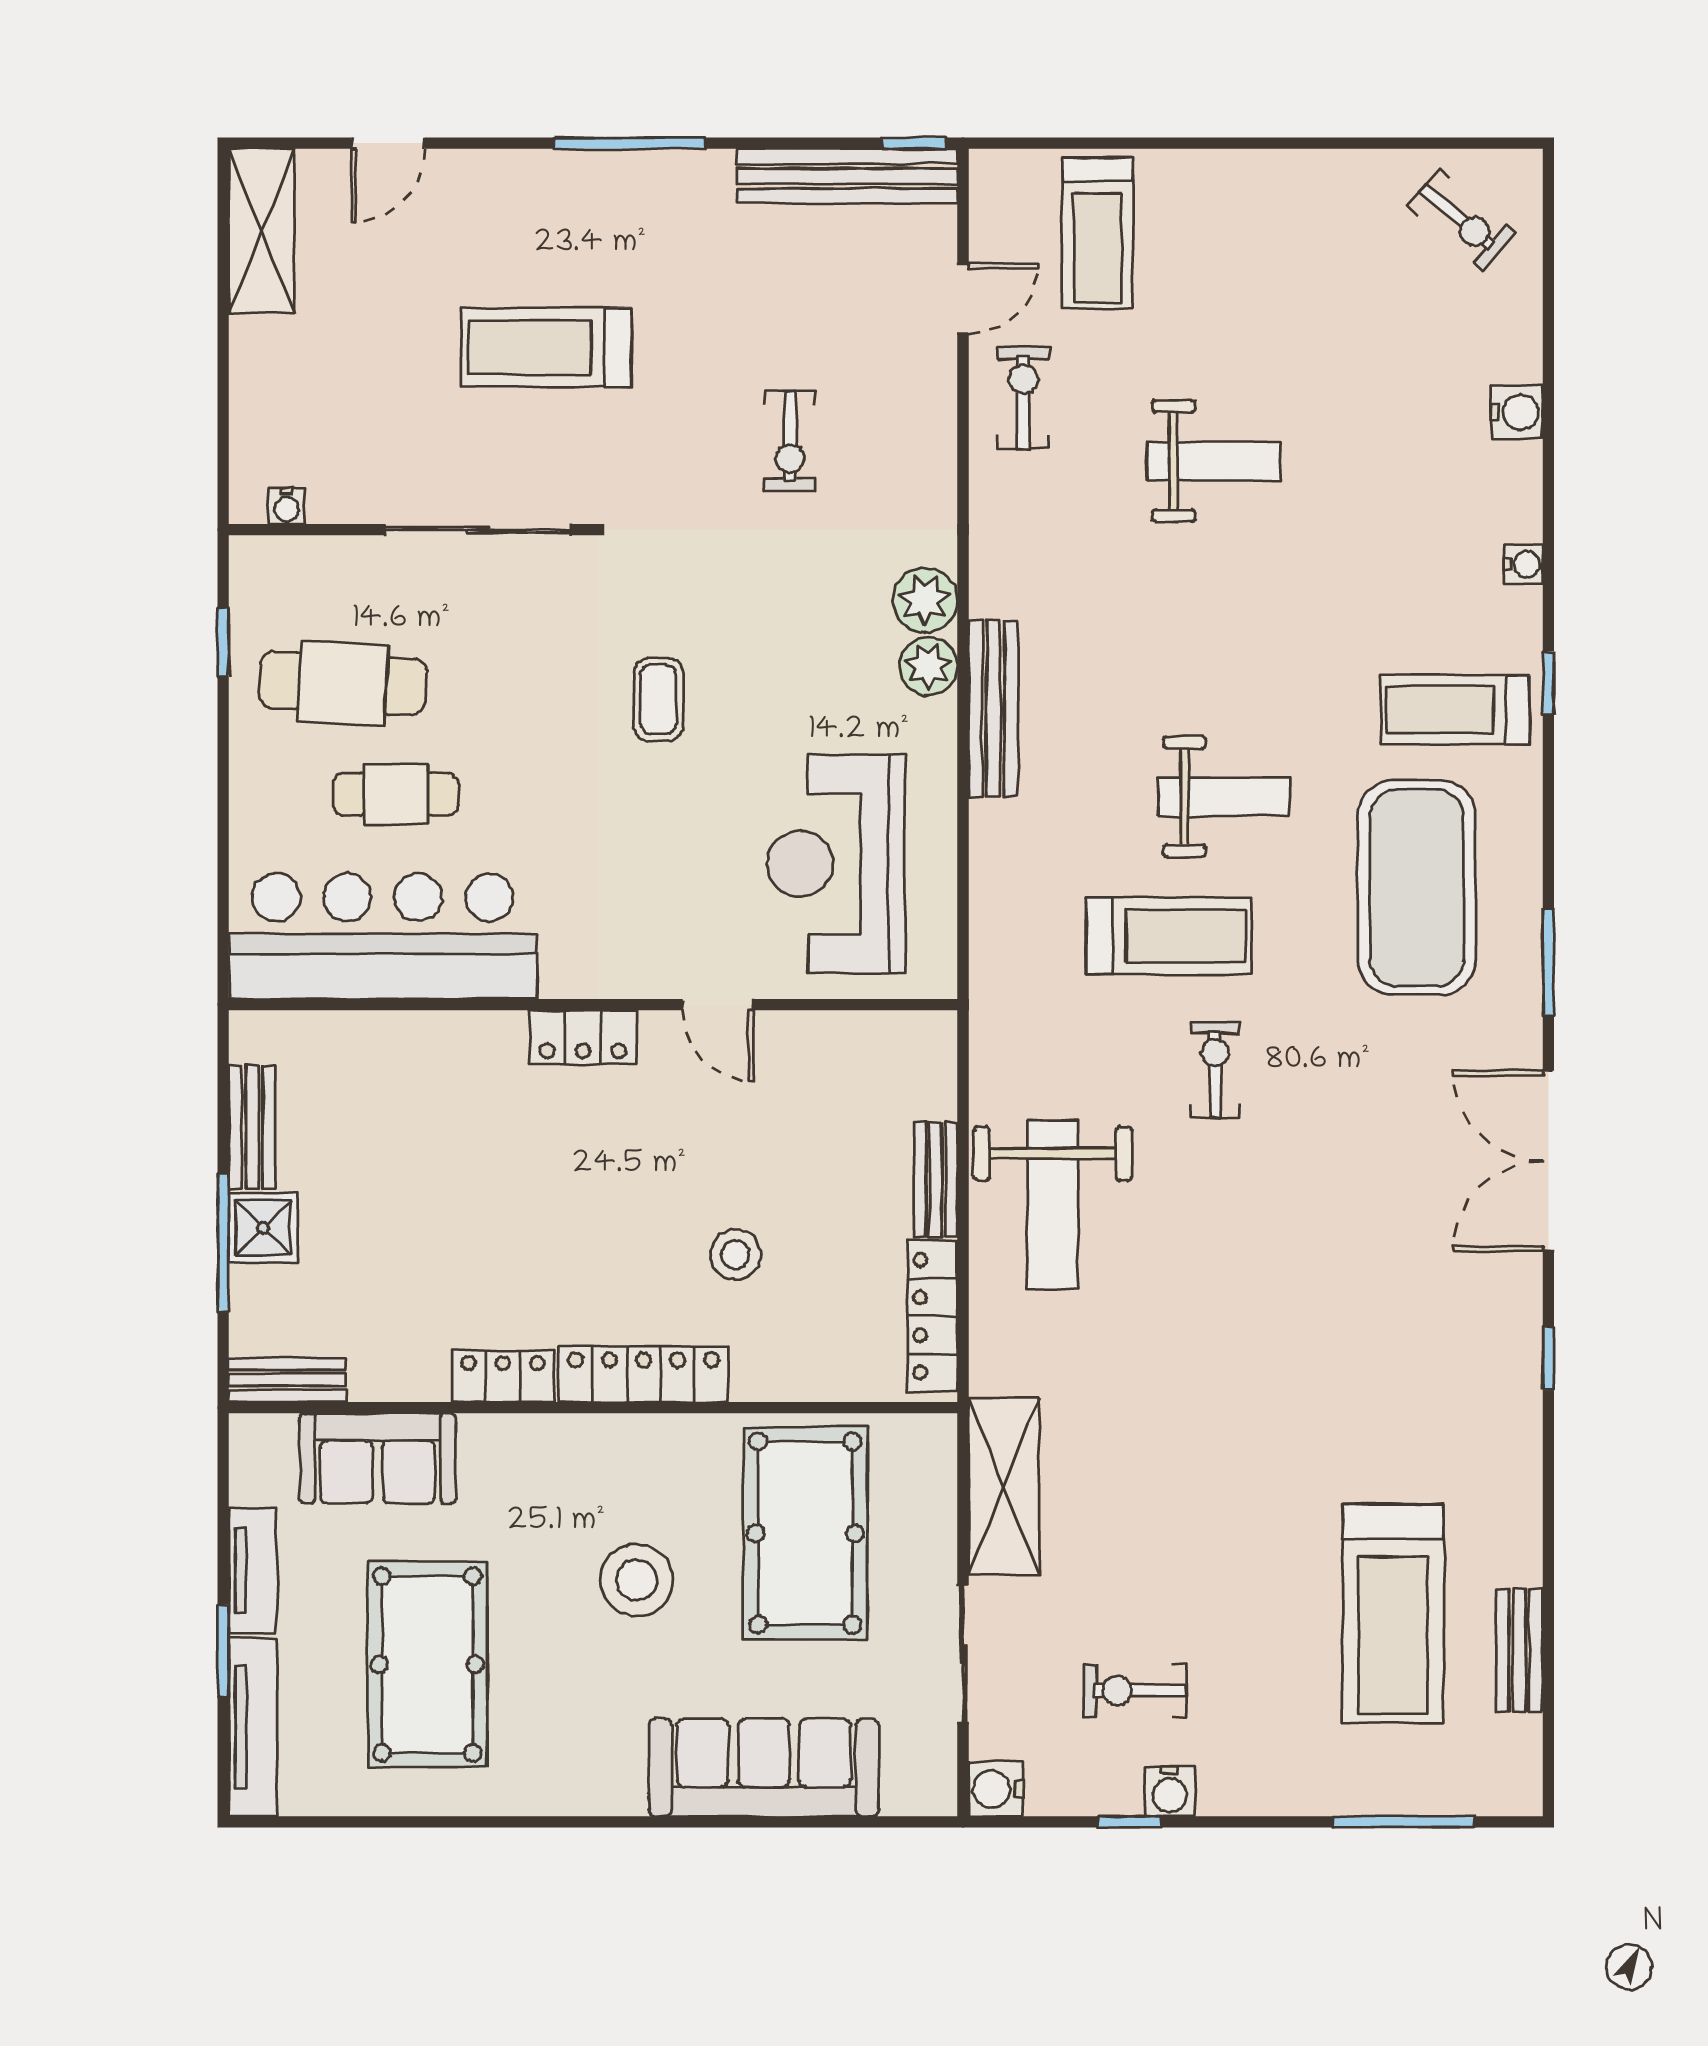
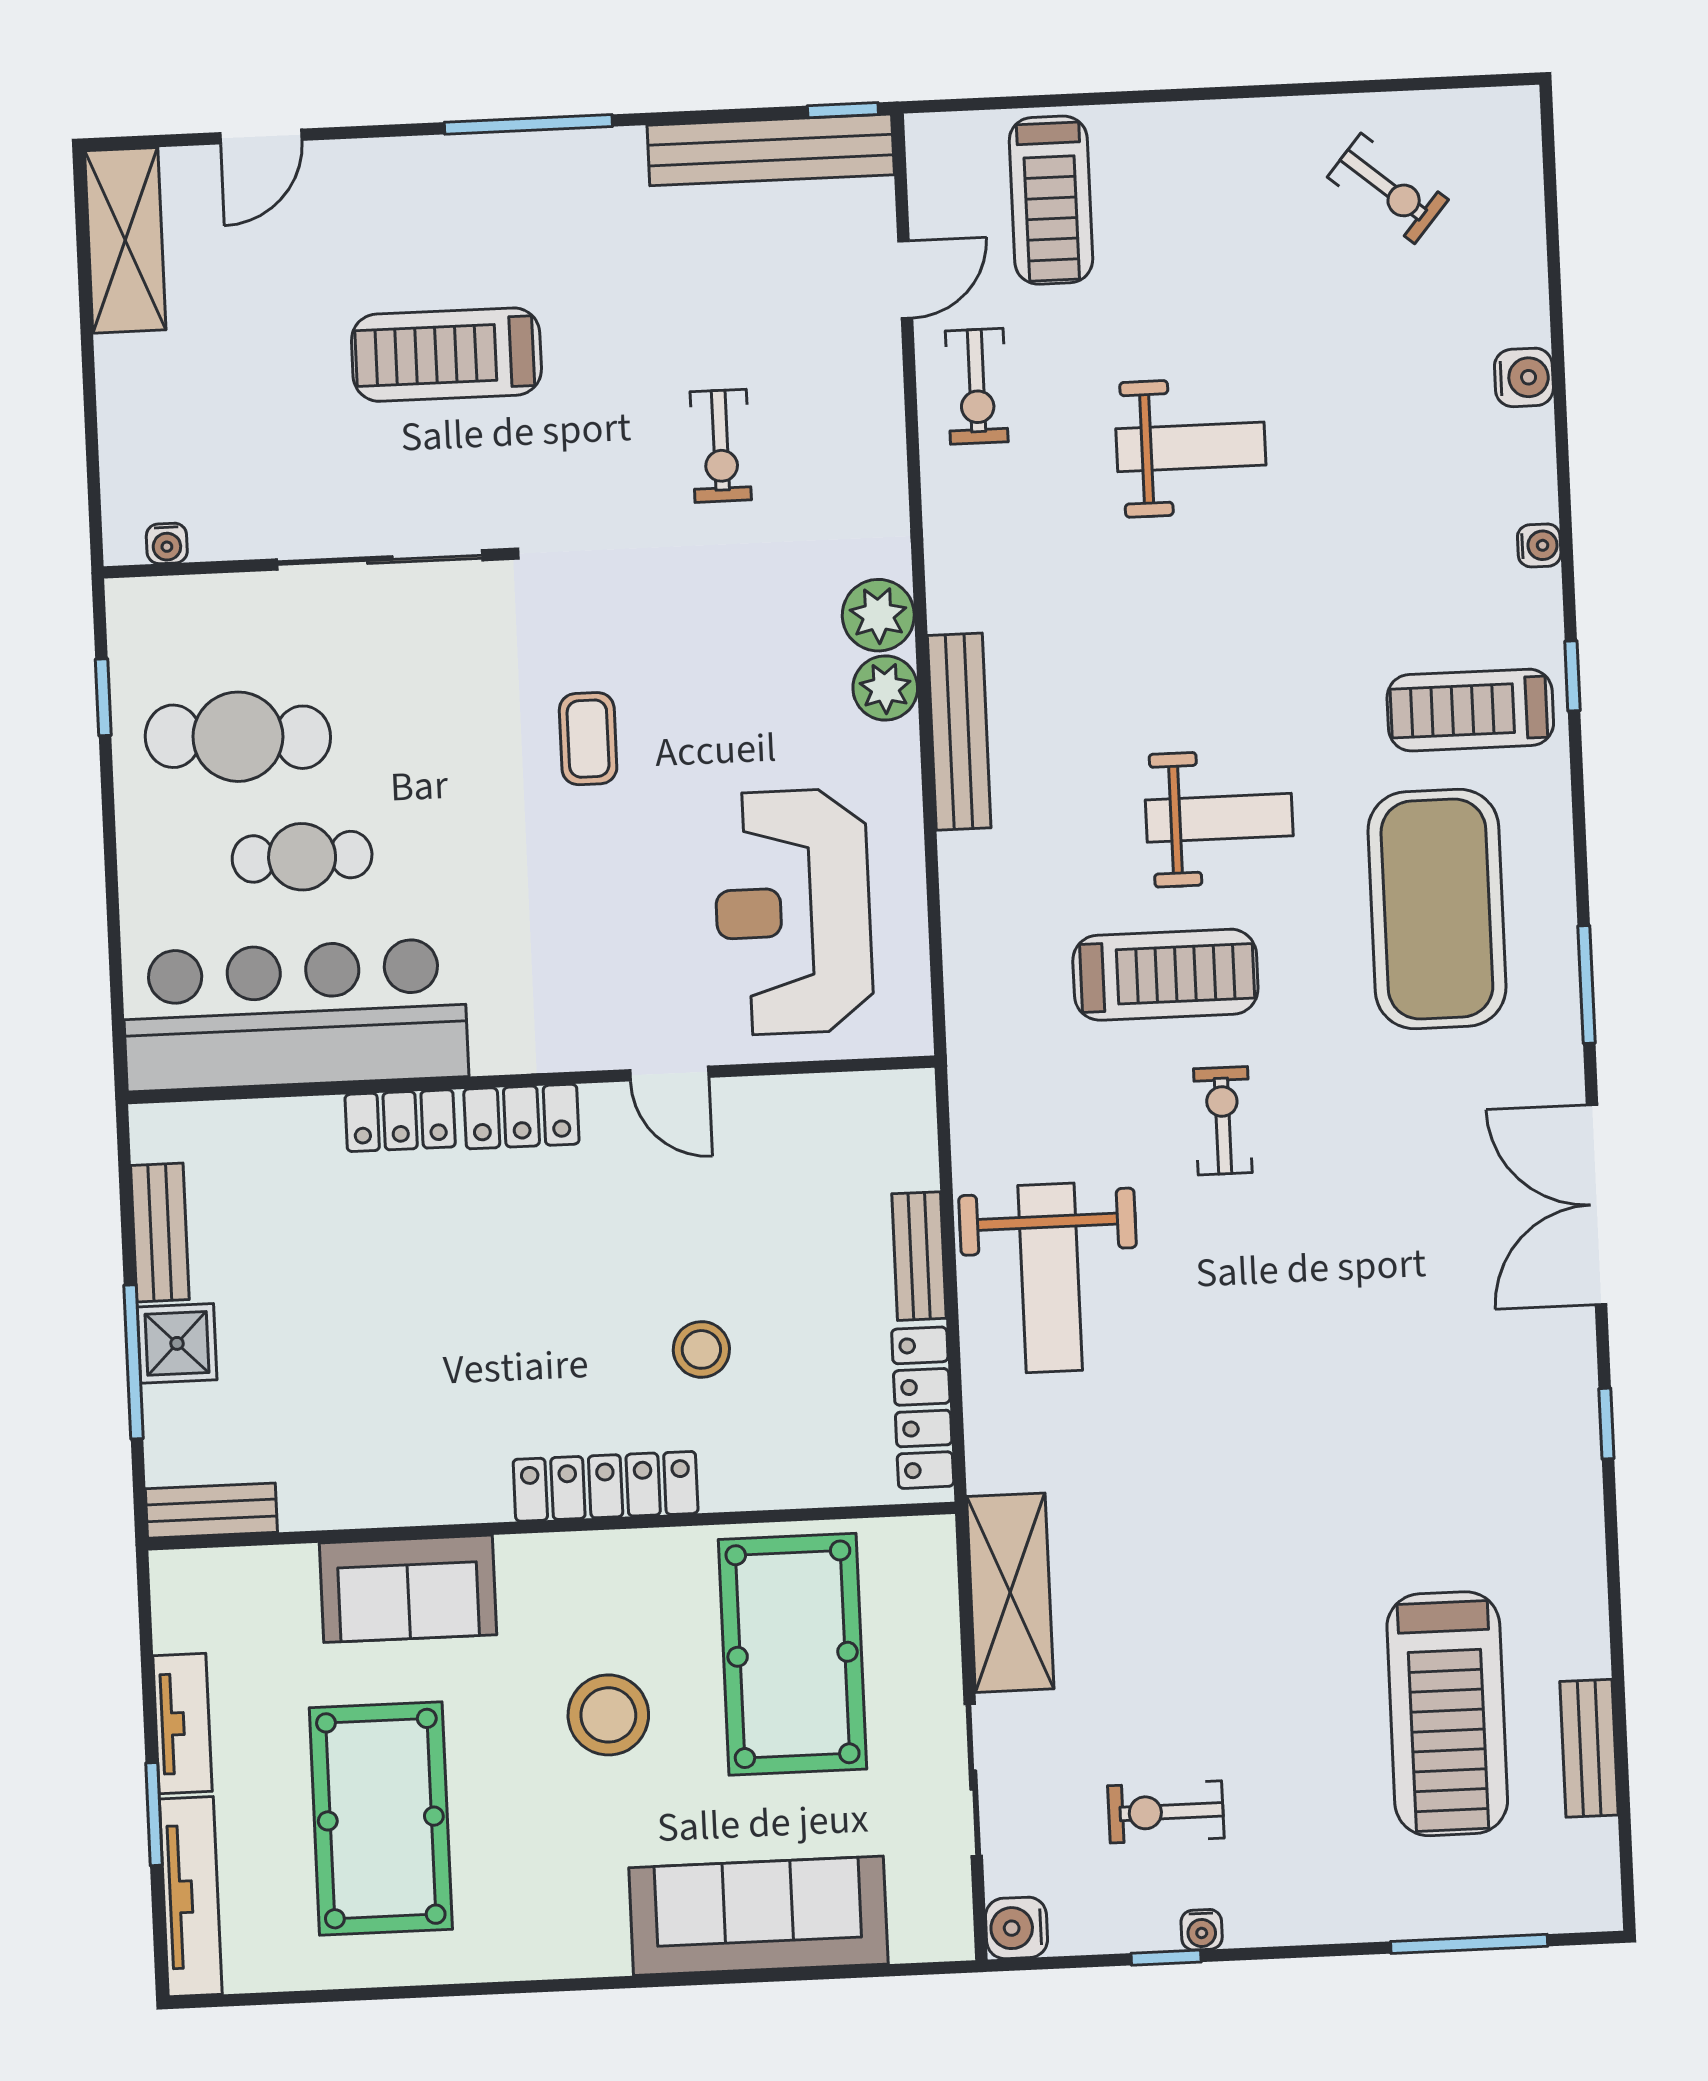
exercise bike: (1461, 220) -> (1388, 188), moved
exercise bike: (1023, 398) -> (977, 386), turned 180
locker: (503, 1376) -> (400, 1121), moved, turned 180
sofa: (378, 1458) -> (408, 1589), moved
water cooler: (1170, 1791) -> (1202, 1930), width x0.72, depth x0.72

